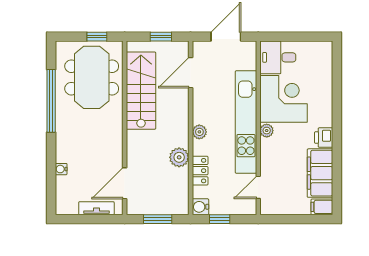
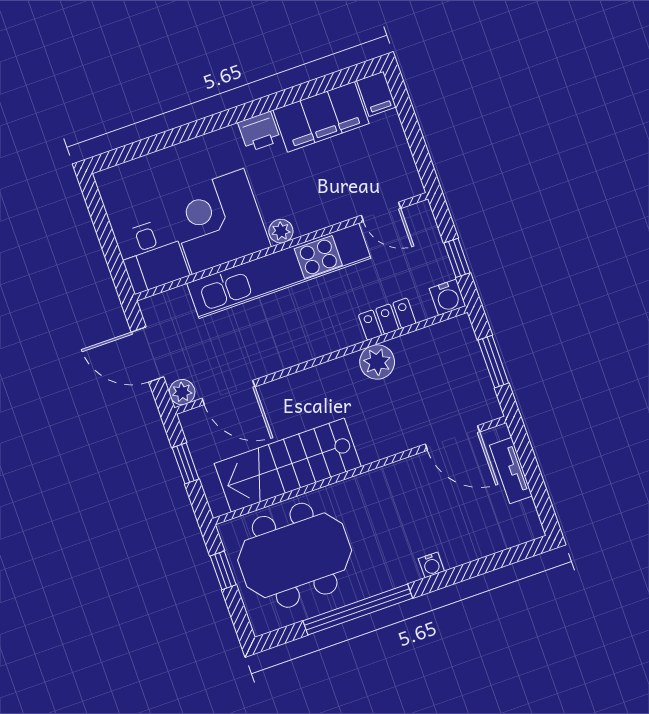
plant: (199, 132) -> (182, 392), moved
water cooler: (61, 169) -> (431, 565), moved

